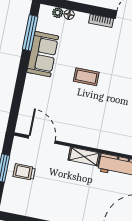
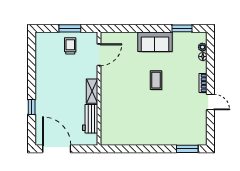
window: (30, 33) -> (182, 28), width x0.69
sofa: (43, 54) -> (155, 42), moved

